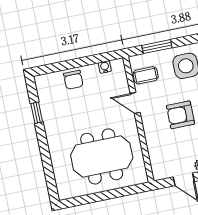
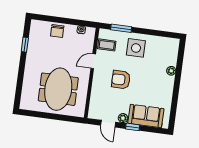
door: (135, 103) -> (93, 61), hinge flipped
meeting table: (102, 156) -> (58, 89), turned 90

